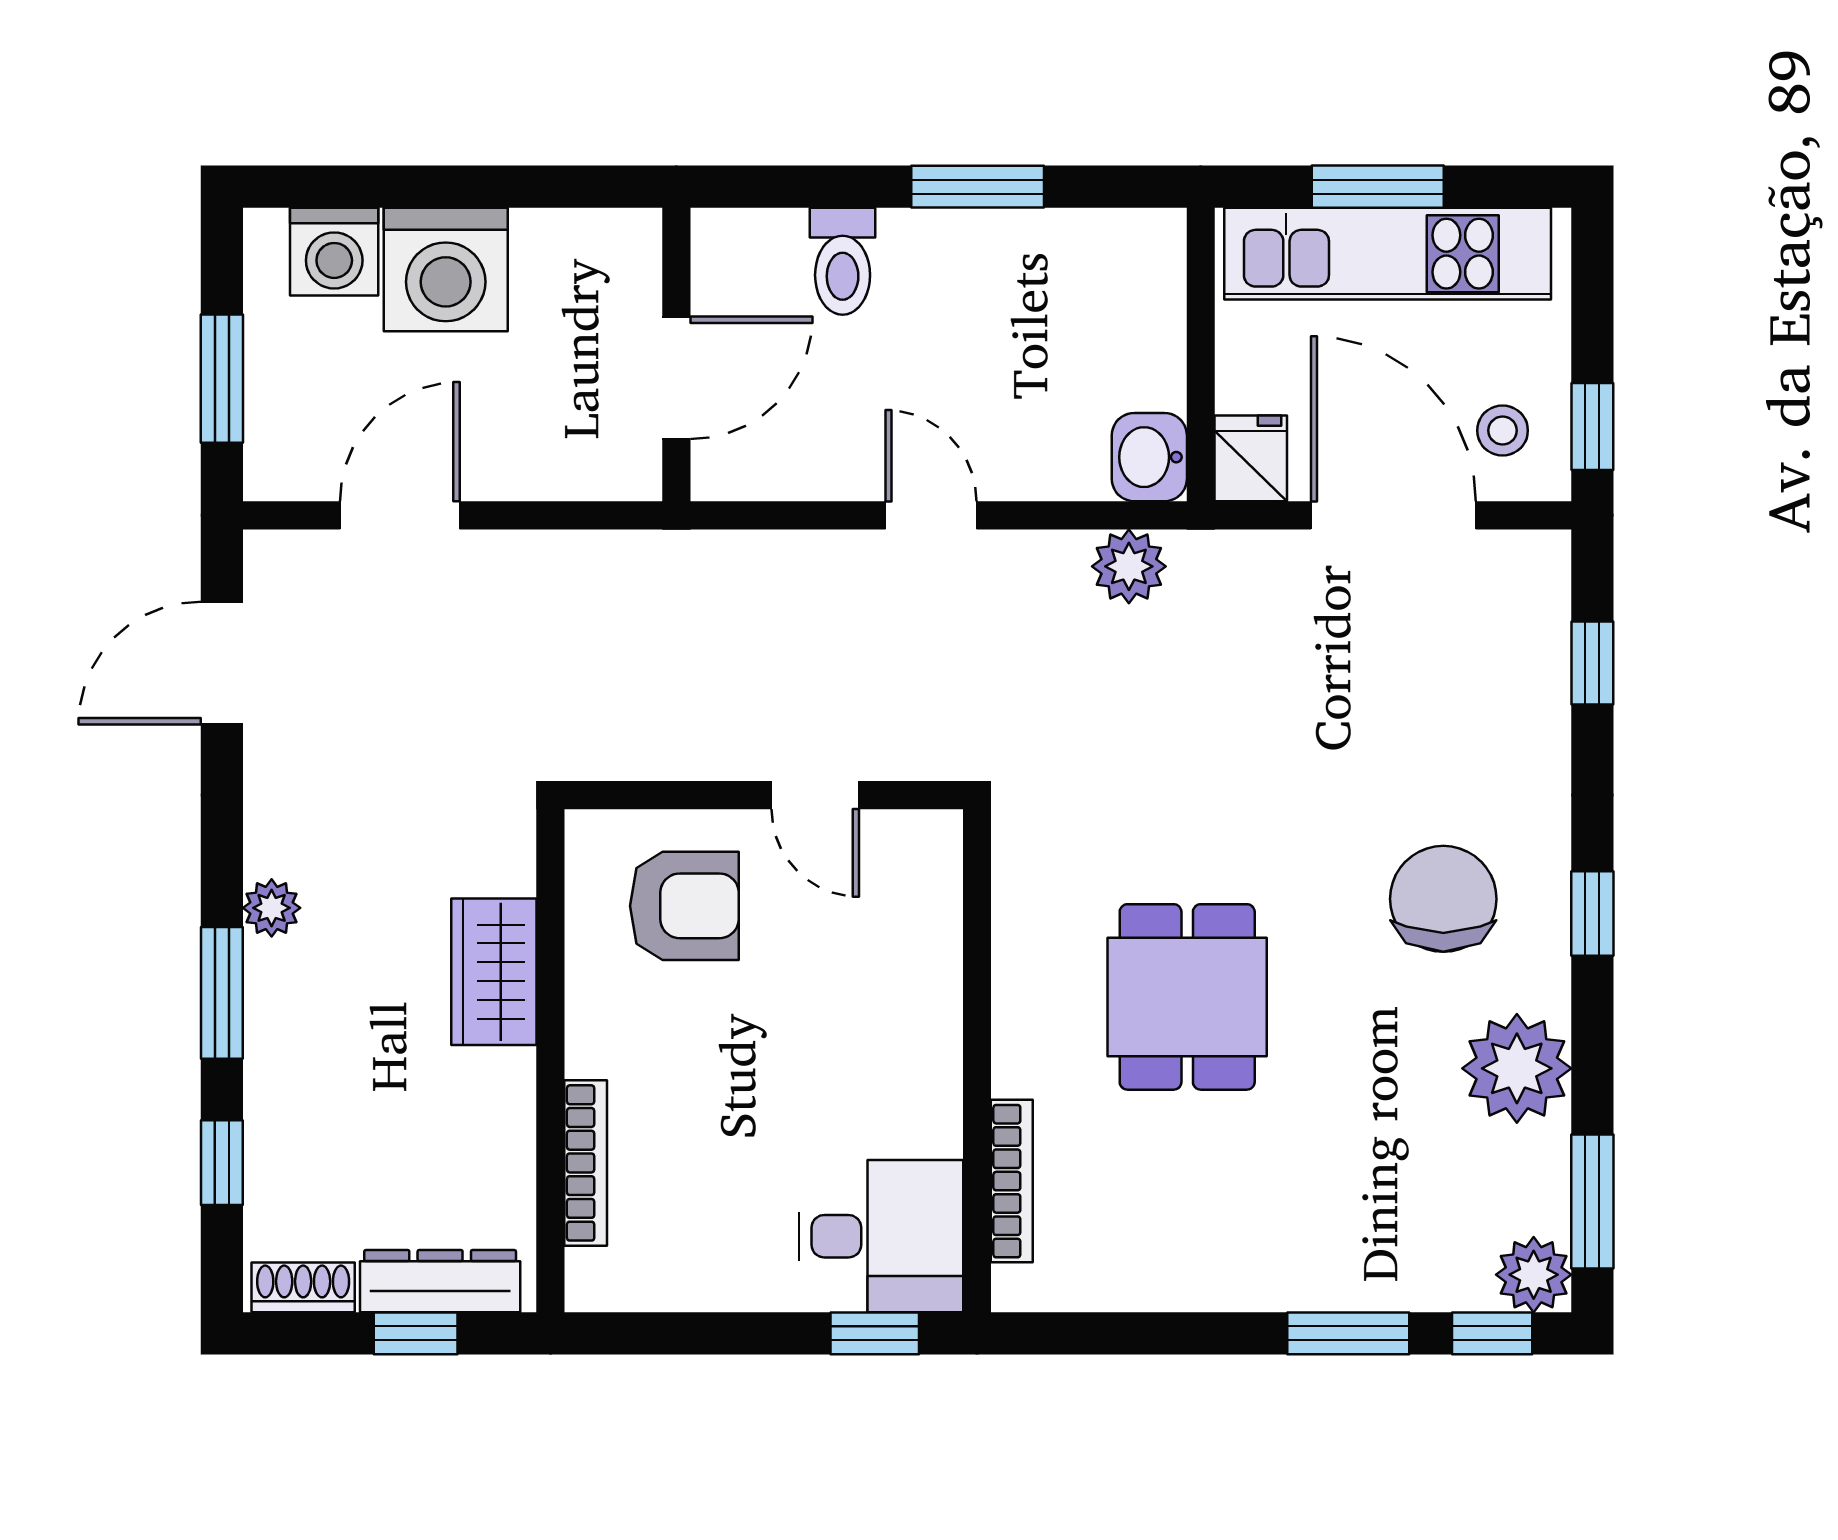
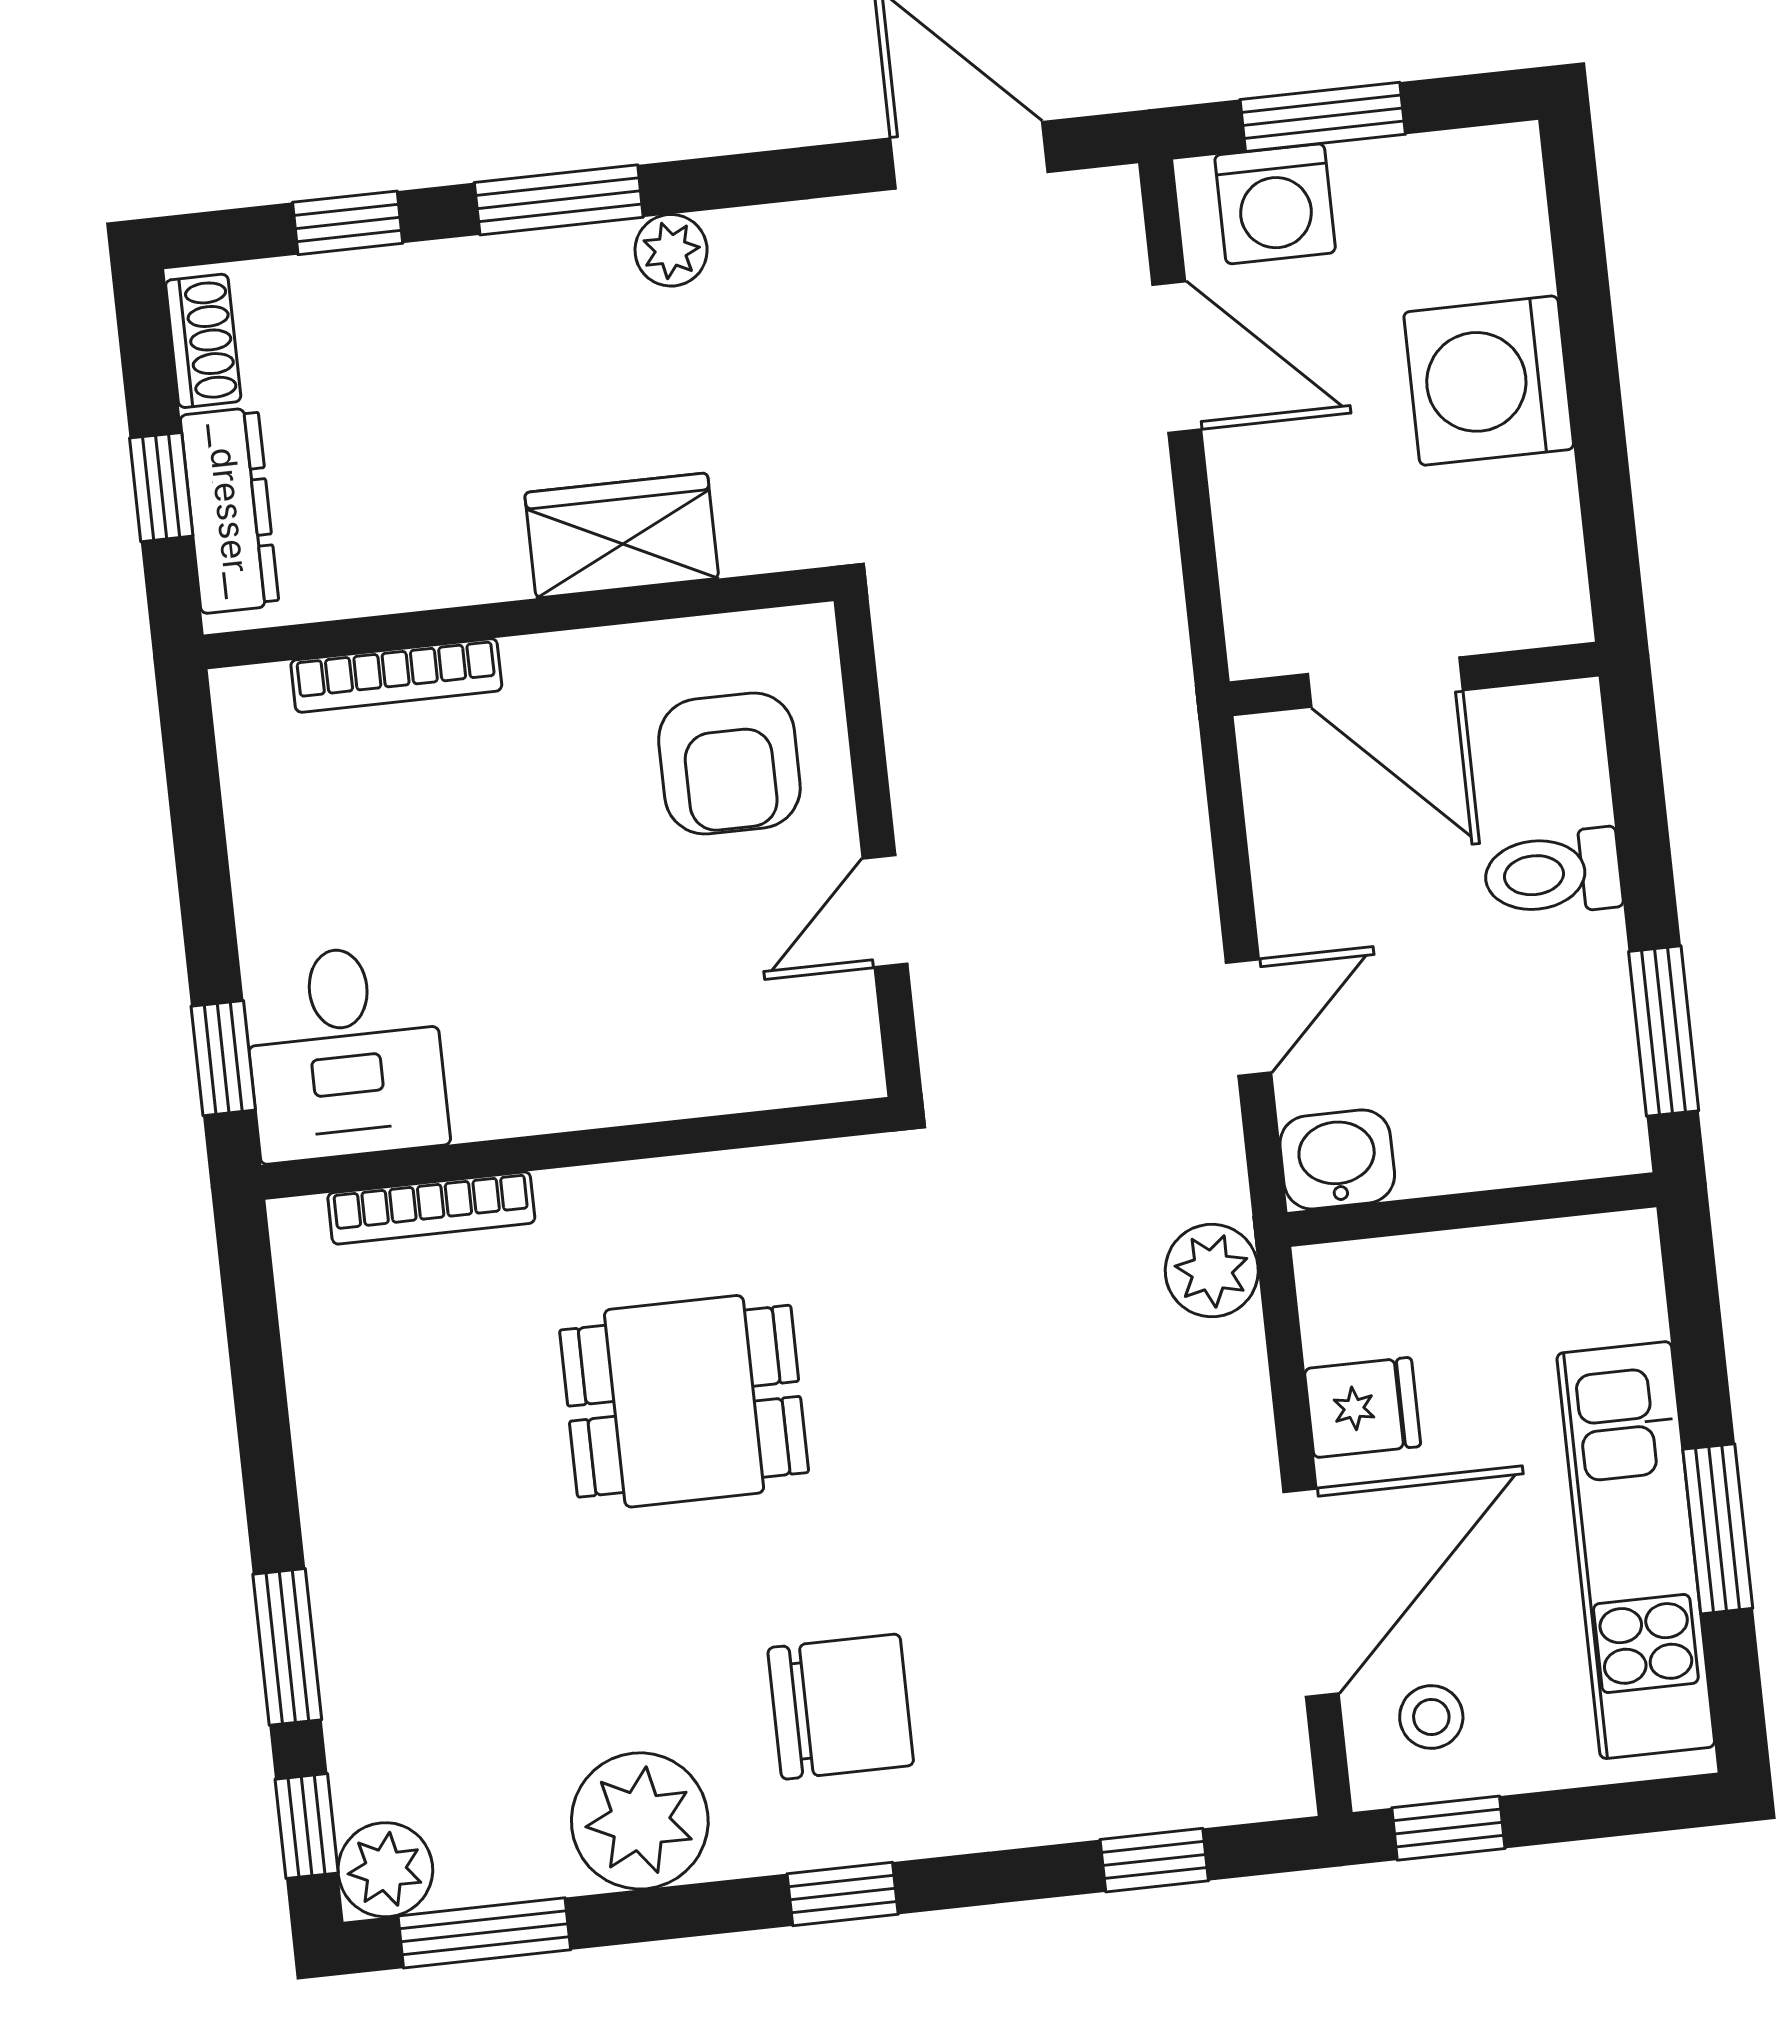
washing machine: (334, 252) -> (1275, 204), moved, turned -90
wall: (1201, 354) -> (1472, 1210), moved
washbasin: (1149, 457) -> (1337, 1159), moved

